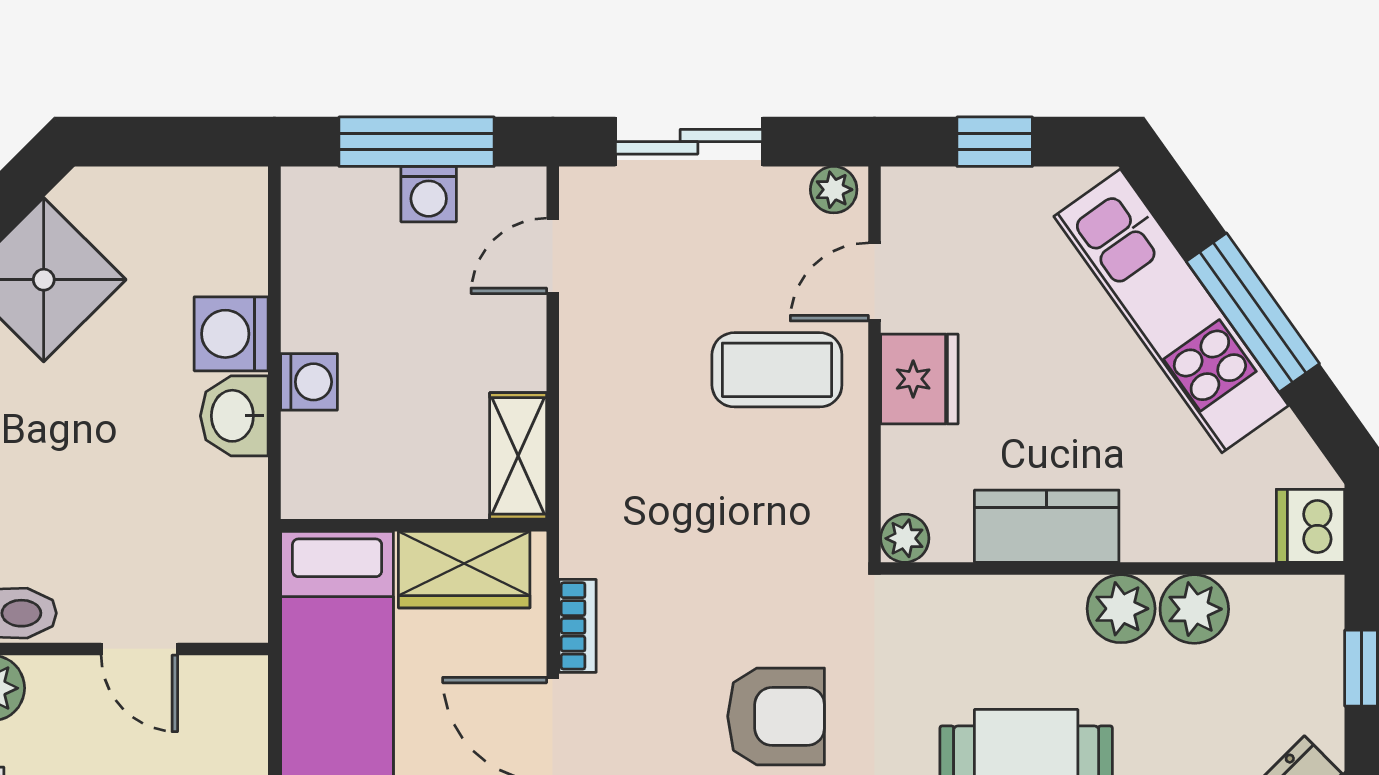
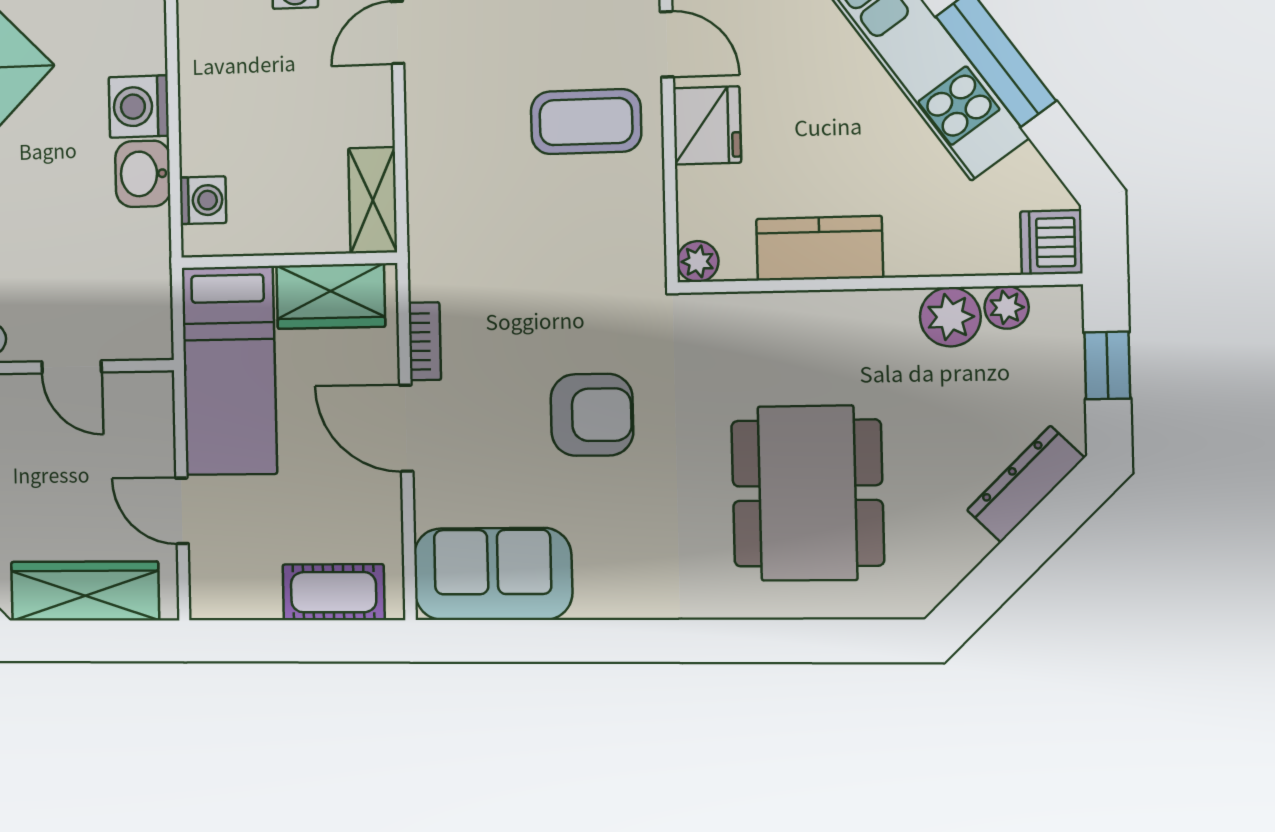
door: (875, 282) -> (667, 44), swing flipped
washing machine: (309, 382) -> (203, 200), moved
plant: (1121, 609) -> (1007, 307), moved, width x0.73, depth x0.73

